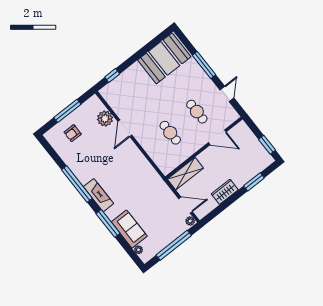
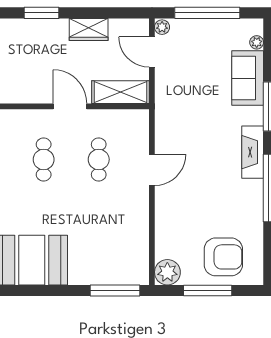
window: (112, 76) -> (115, 290), width x2.17
plant: (105, 119) -> (167, 272), moved
door: (125, 128) -> (152, 170), moved
armchair: (73, 133) -> (223, 257), width x1.88, depth x1.88
door: (217, 137) -> (70, 106), moved

